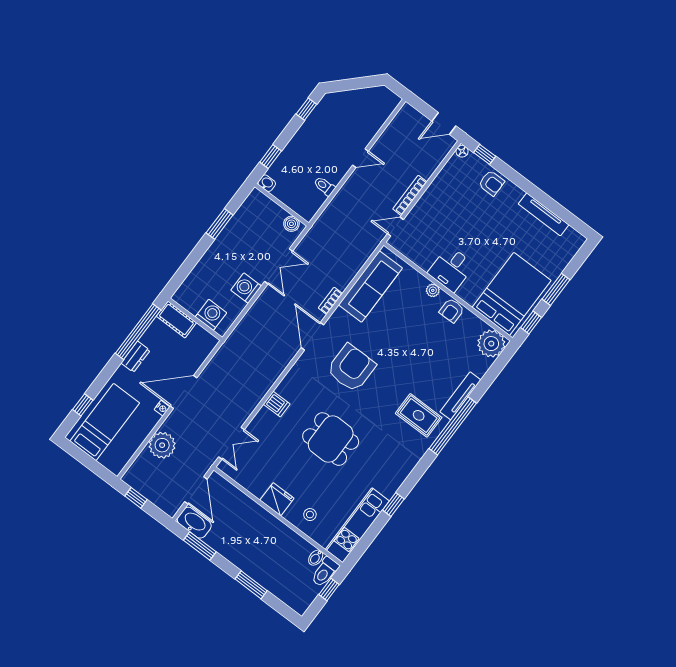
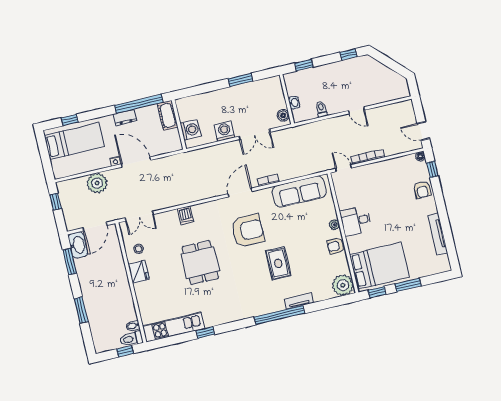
washbasin: (267, 183) -> (294, 103), moved
tv unit: (460, 396) -> (299, 301), width x0.71
rug: (419, 415) -> (278, 263), moved
stool: (310, 515) -> (139, 249), moved

